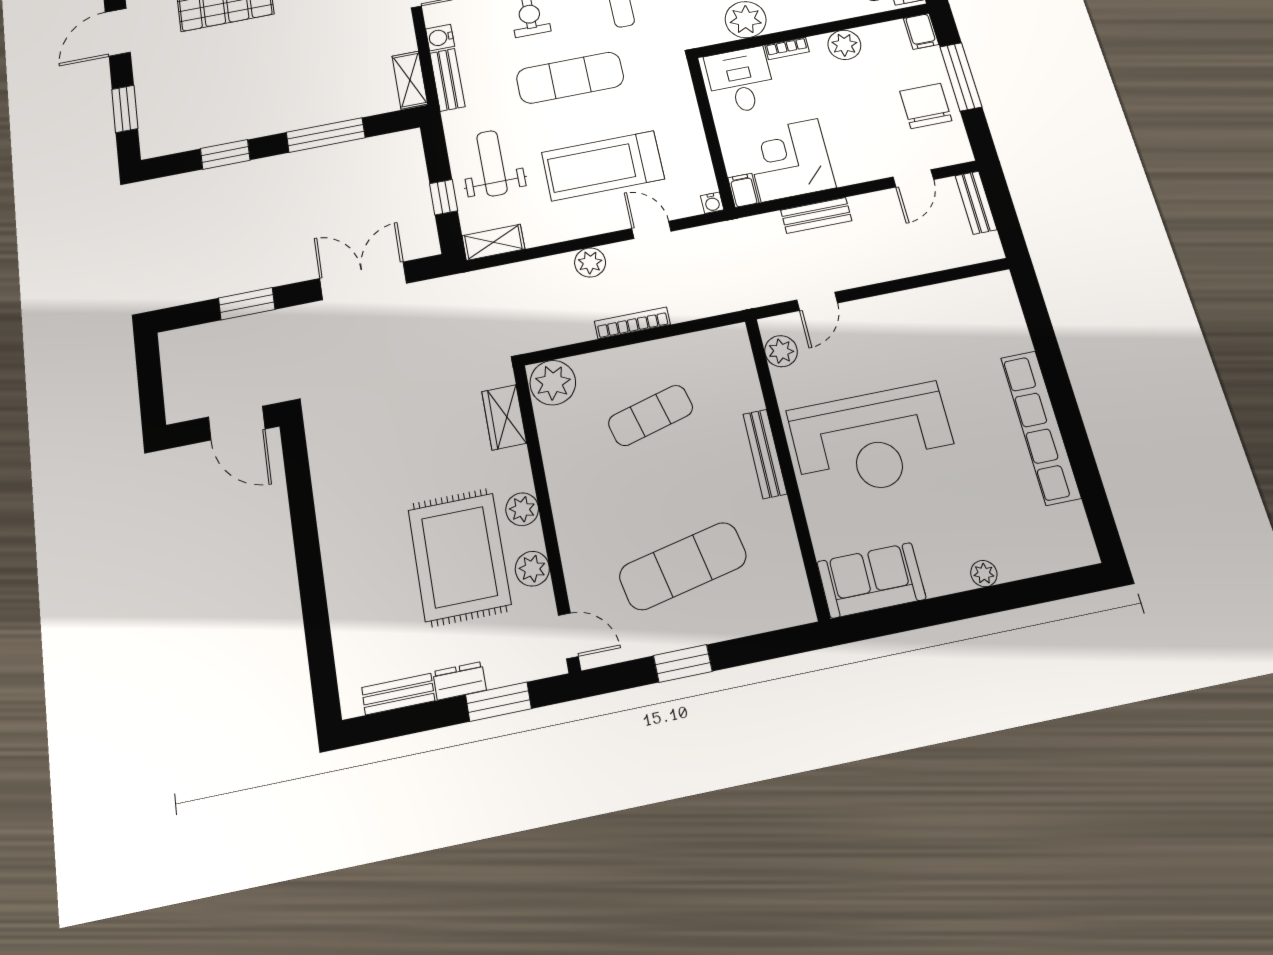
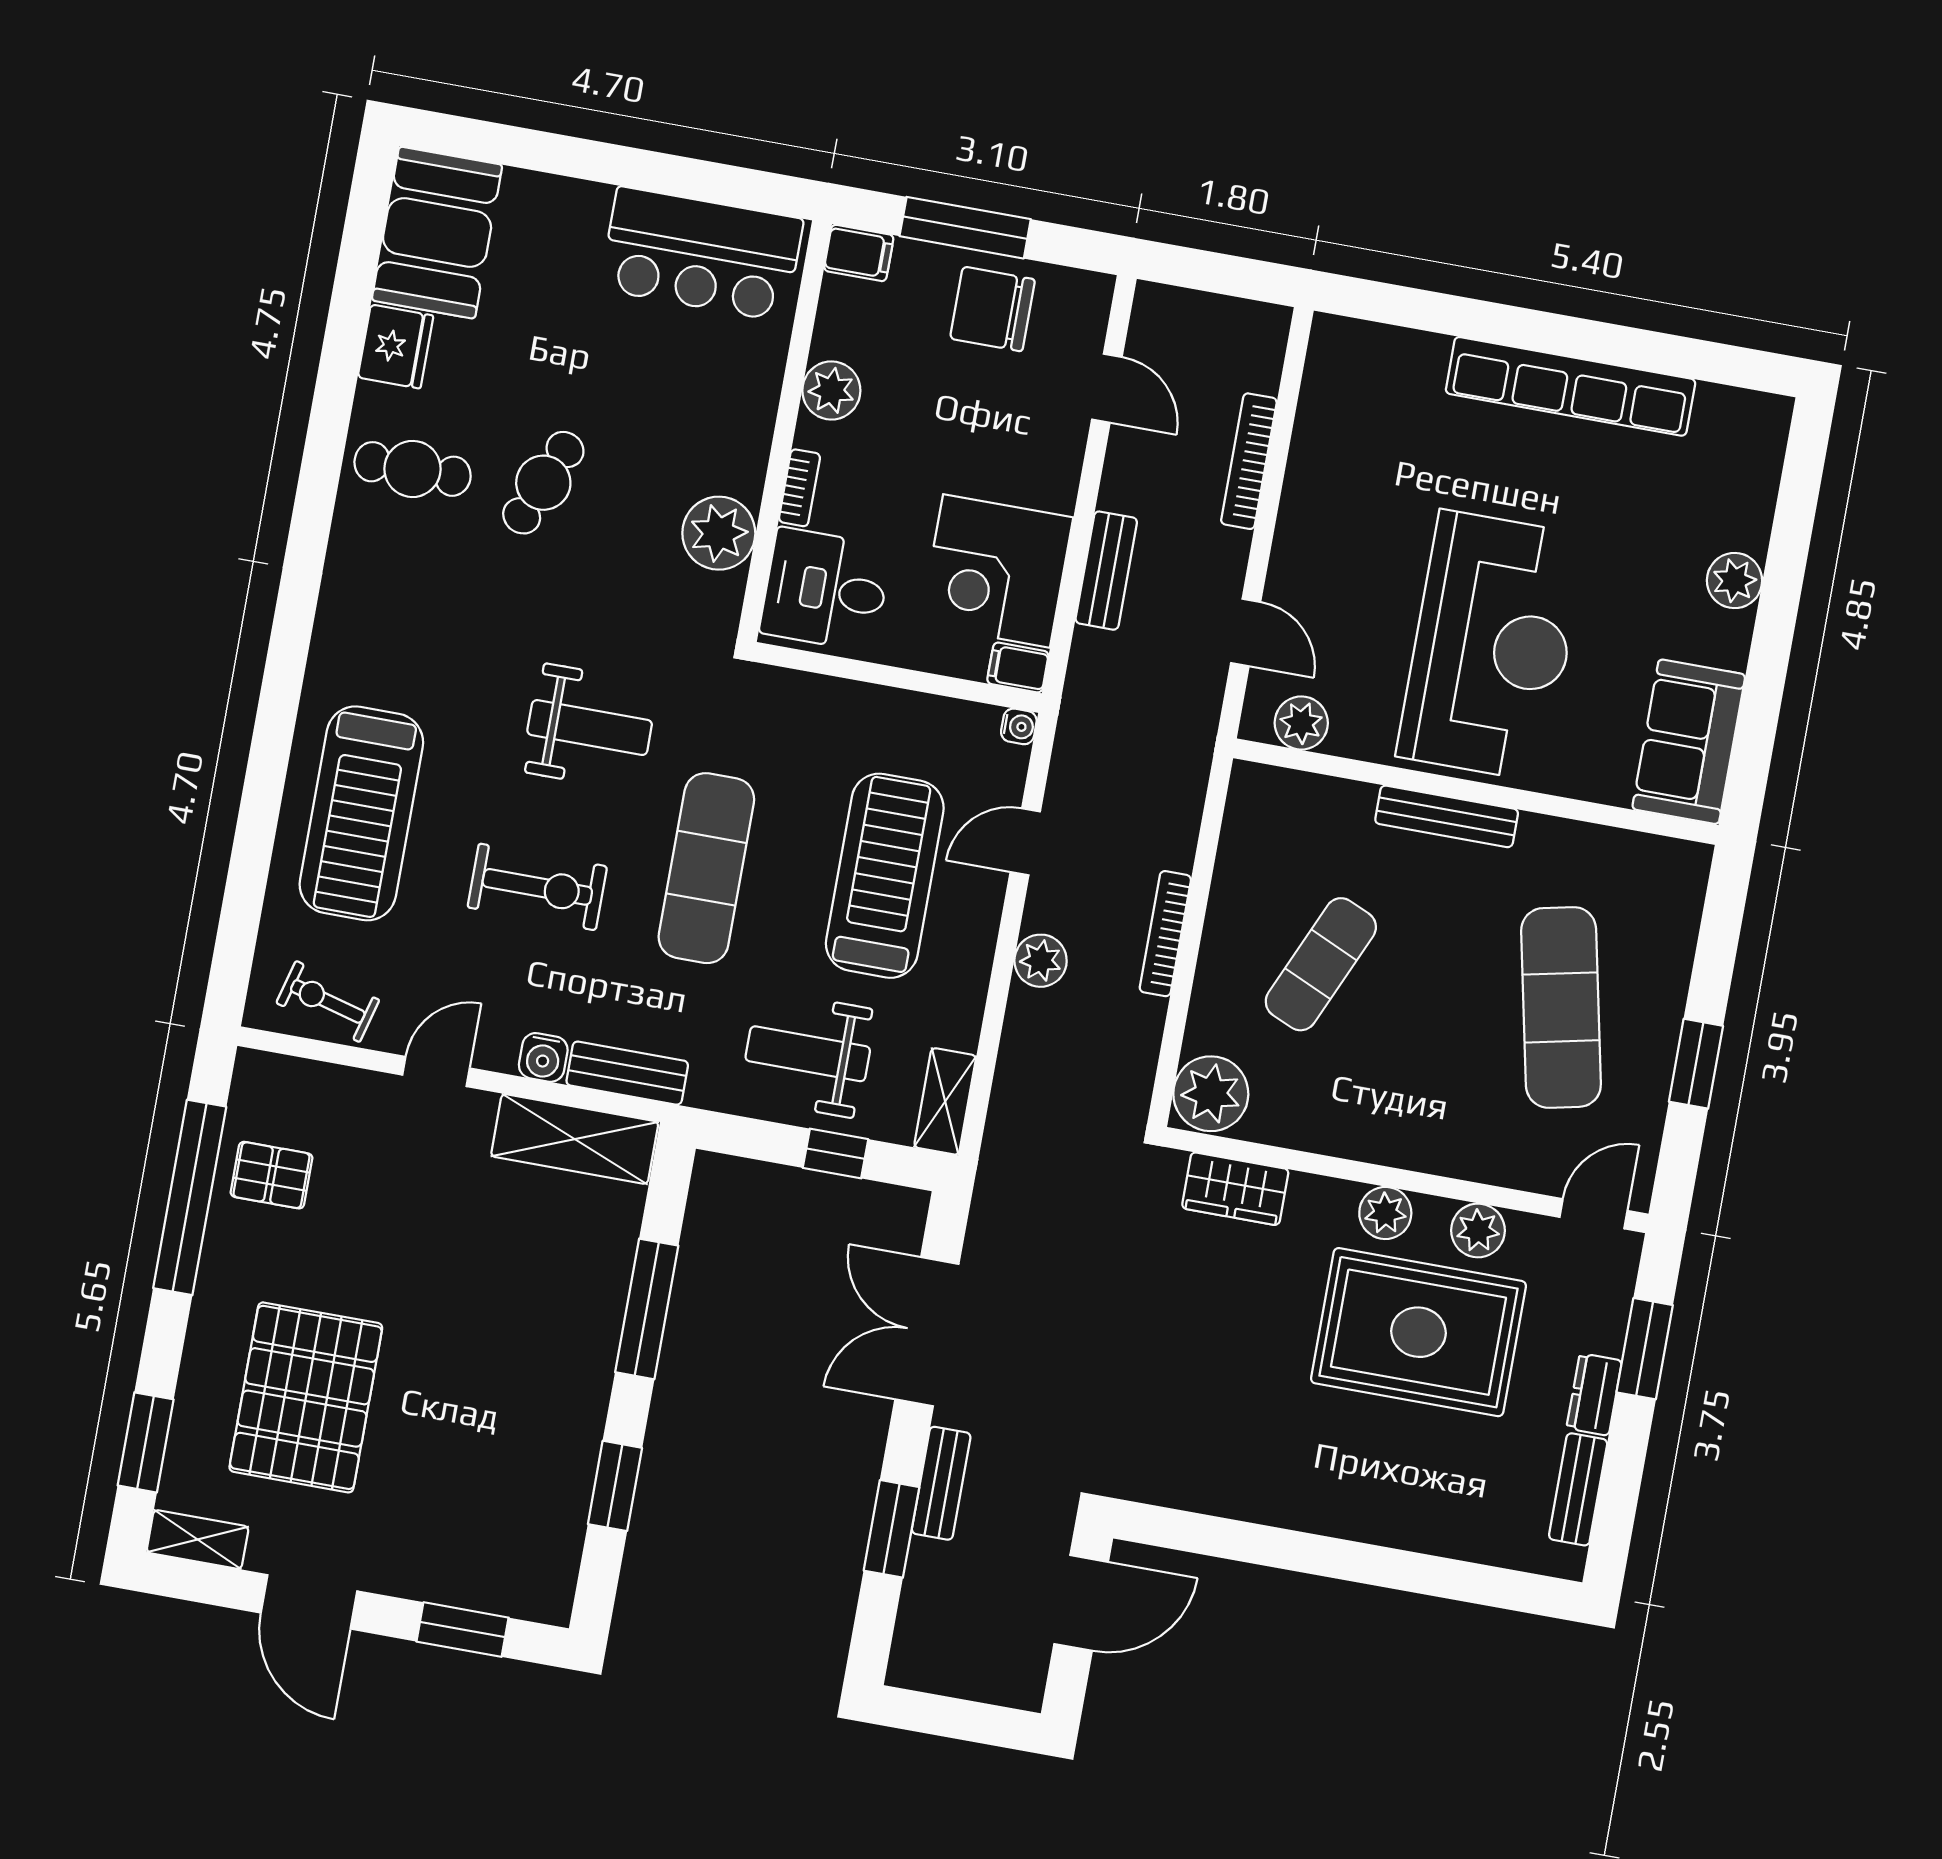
shelving: (410, 80) -> (575, 1139), width x1.50, depth x1.33
treadmill: (603, 166) -> (885, 876), turned 180
bench: (976, 203) -> (941, 1483), moved, turned 90
bookcase: (911, 267) -> (1249, 461), added
exercise mat: (651, 415) -> (1321, 964), turned 39
plant: (984, 574) -> (1735, 581), width x1.38, depth x1.38

